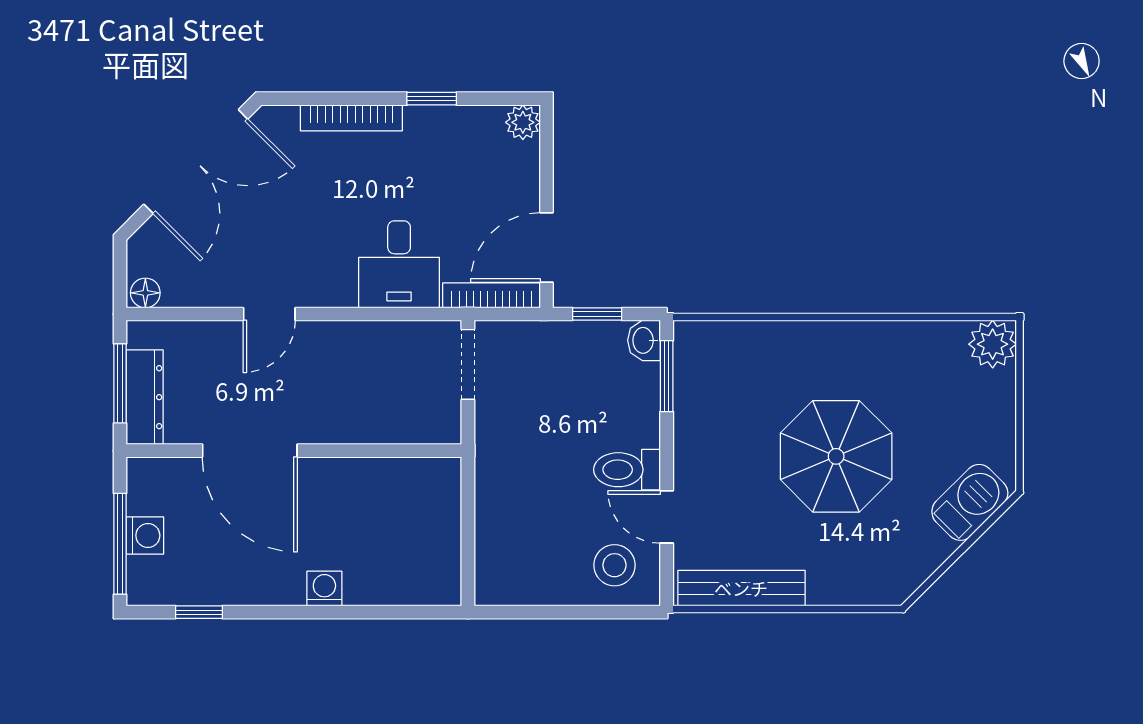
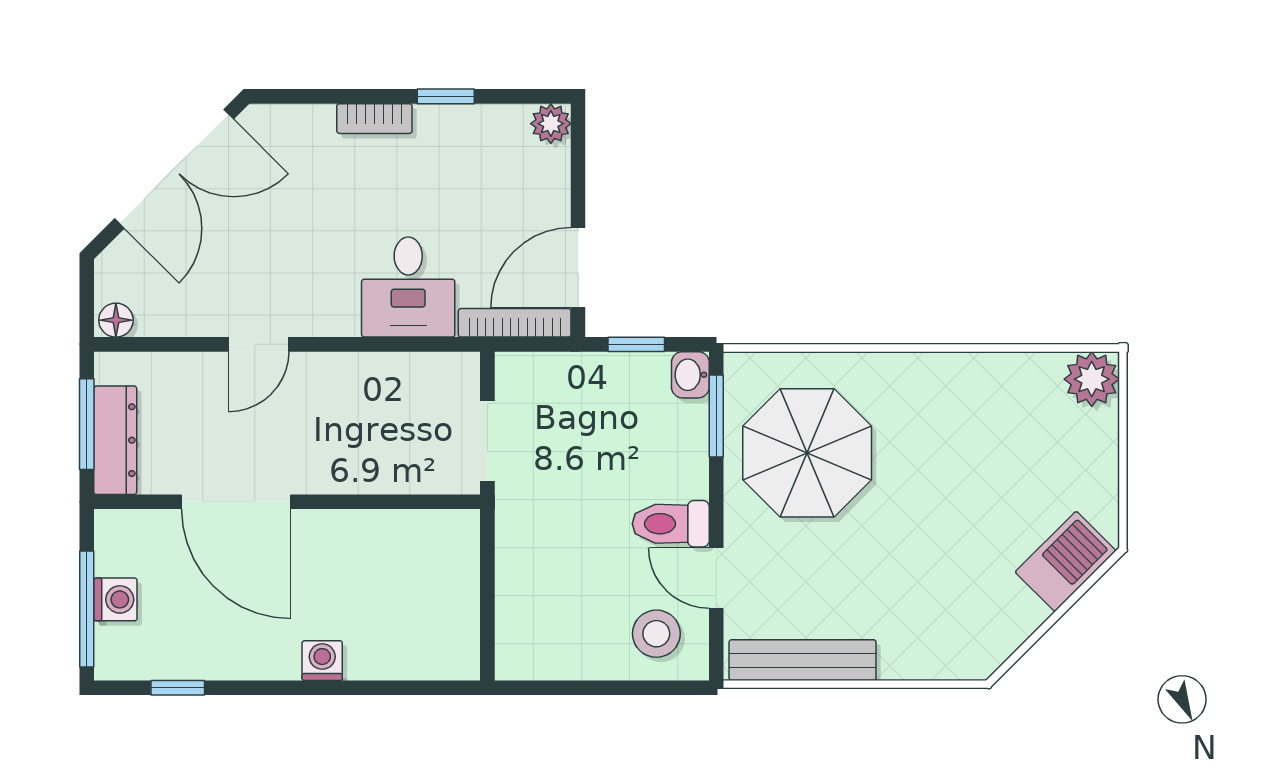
bookcase: (351, 118) -> (374, 119), width x0.64
doorway: (468, 364) -> (487, 441), moved
parasol: (836, 456) -> (807, 453), moved

